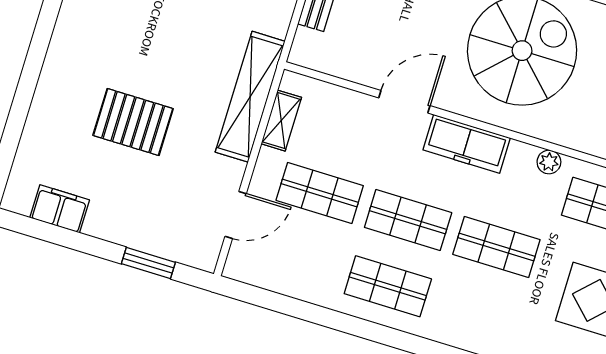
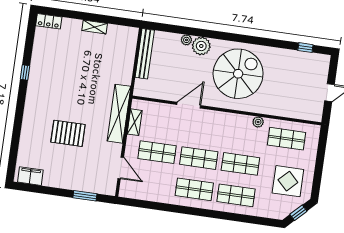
freezer: (467, 144) -> (220, 120), removed
filing cabinet: (60, 209) -> (30, 176), moved
door: (236, 215) -> (121, 168), hinge flipped
shop shelf: (476, 313) -> (236, 195), added

